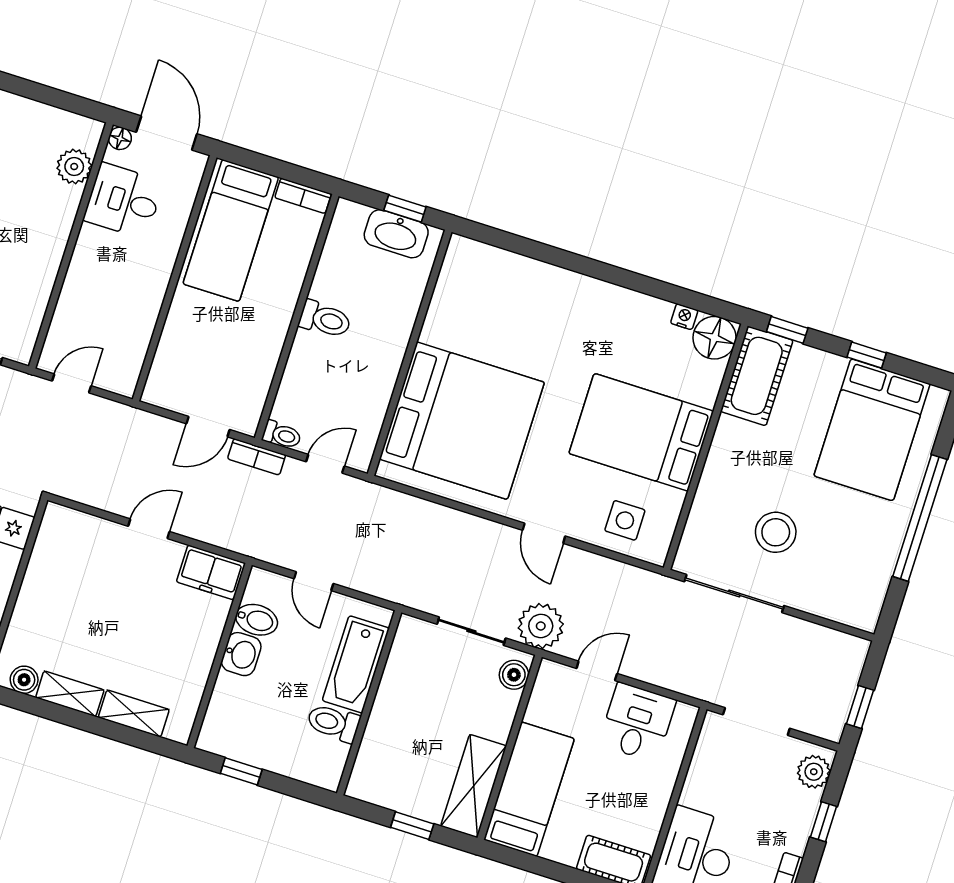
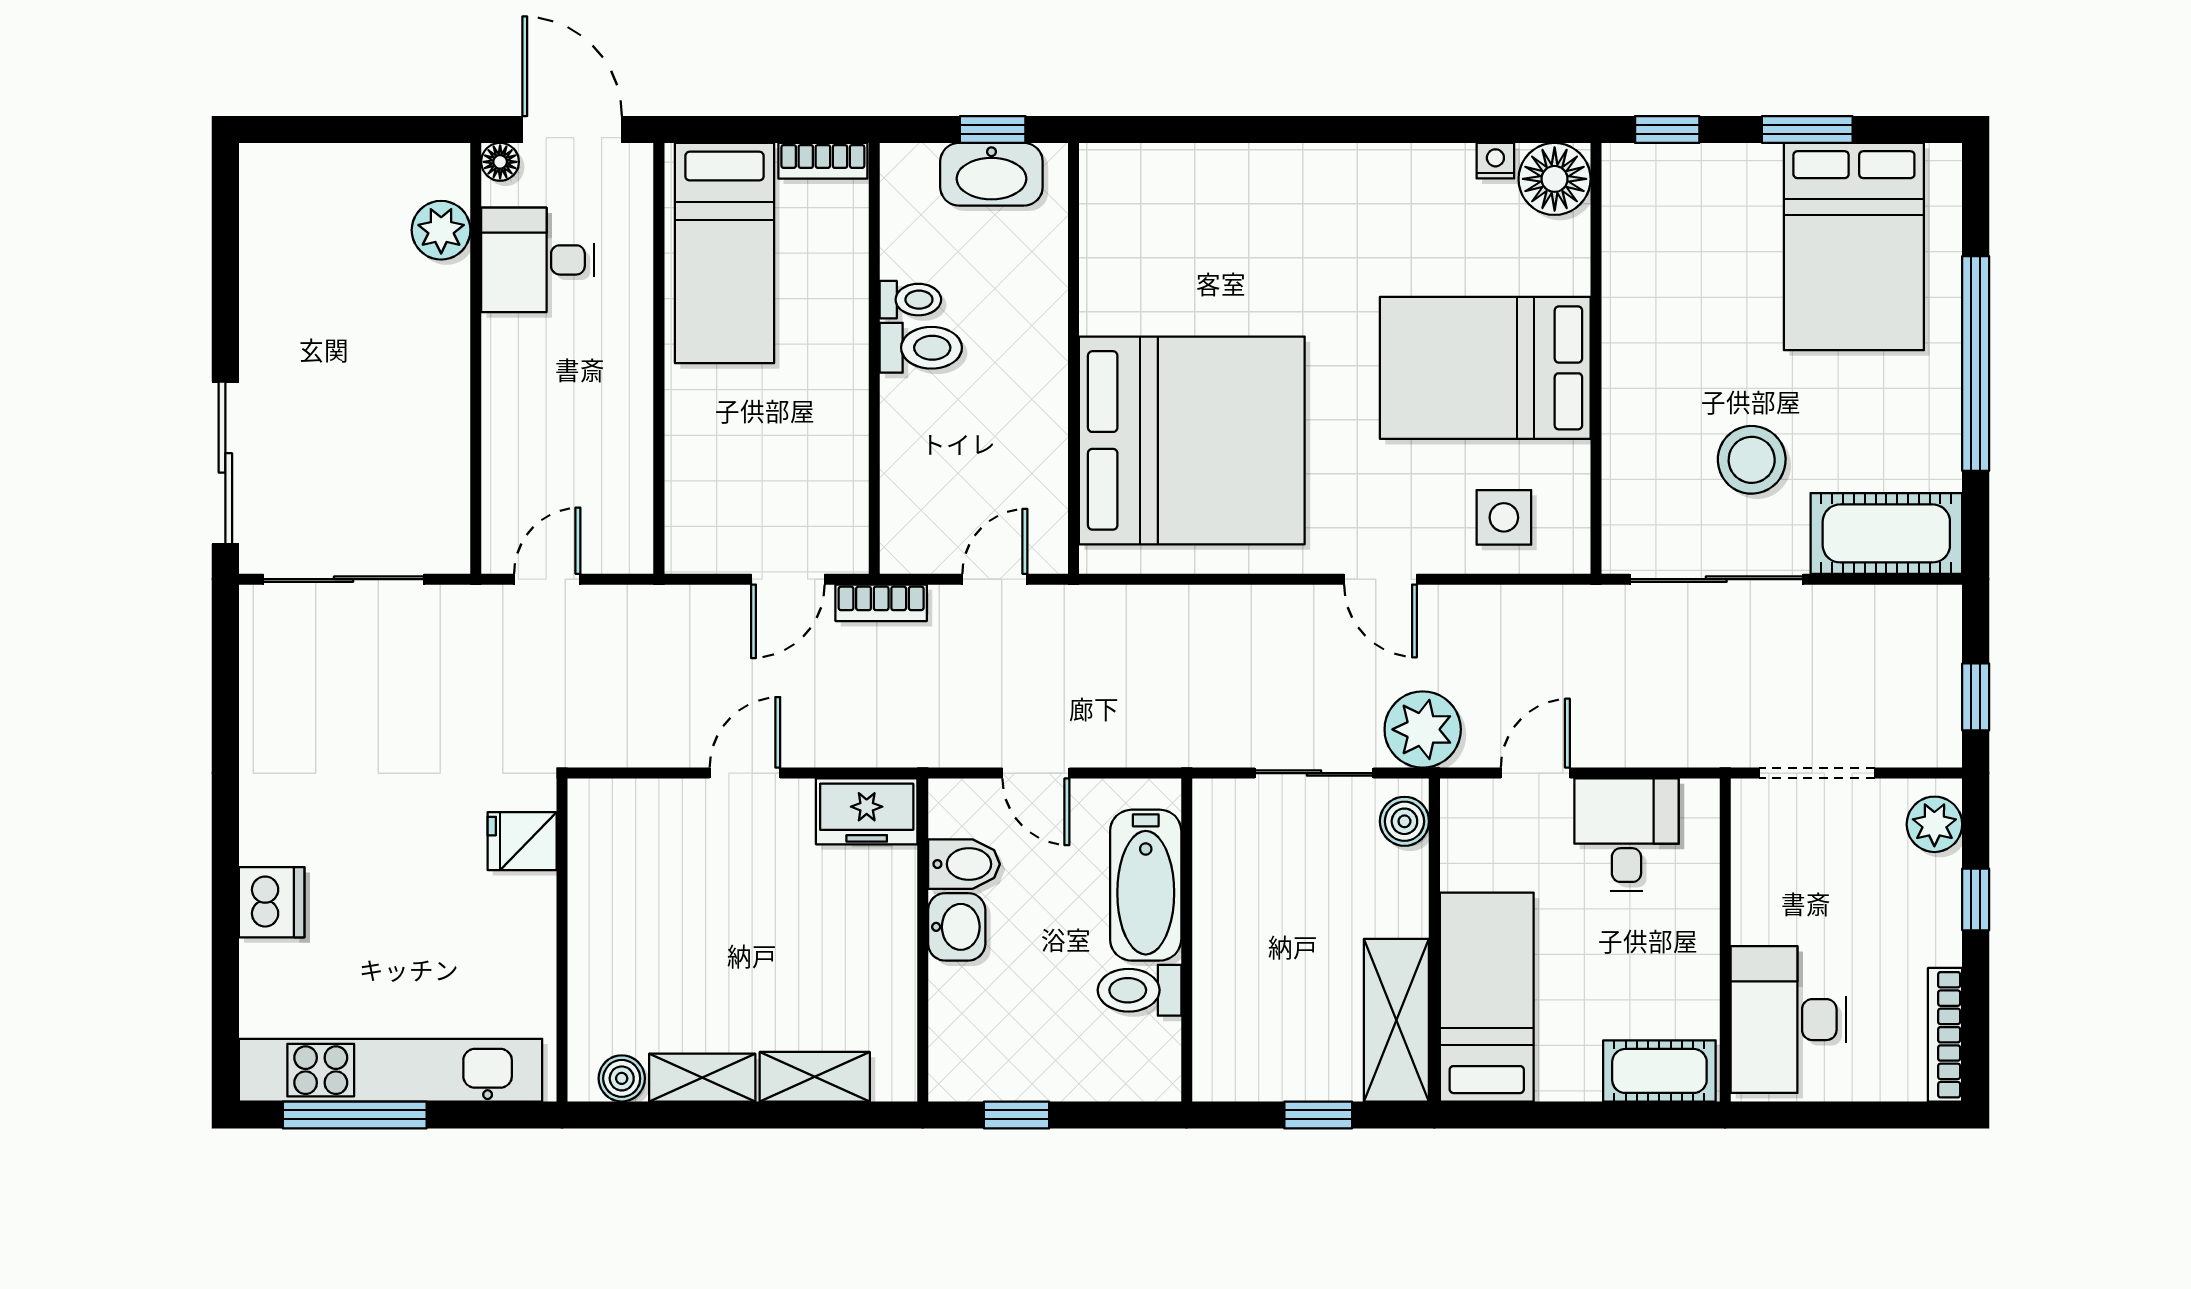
window: (867, 355) -> (1807, 129), width x1.50
cot: (757, 376) -> (1886, 533), moved, turned 90
toilet: (282, 435) -> (910, 300), moved

